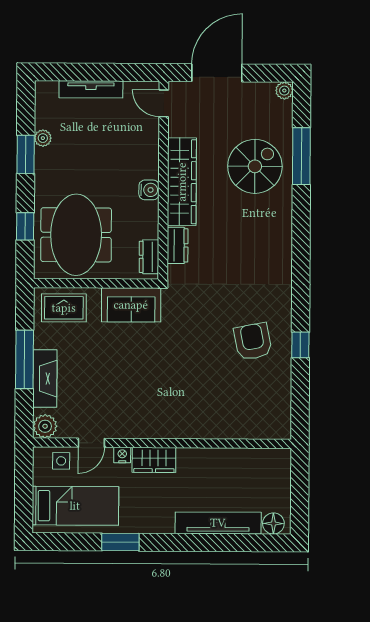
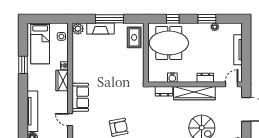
water cooler: (149, 190) -> (172, 78), moved
dresser: (149, 257) -> (205, 78), moved
sofa: (131, 305) -> (80, 97), moved, turned 180
door: (91, 443) -> (70, 120), moved

